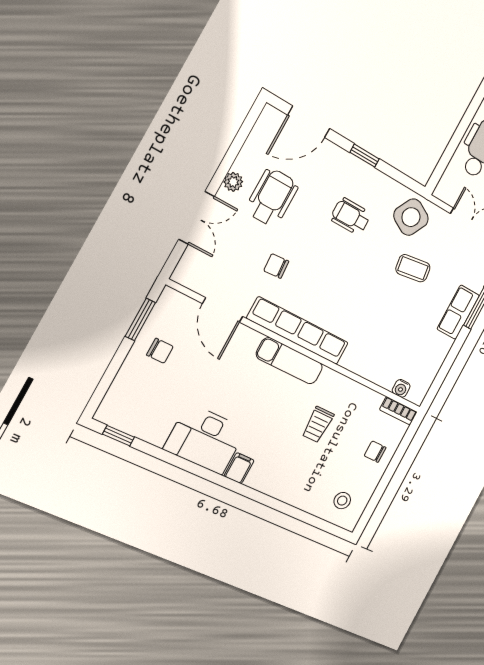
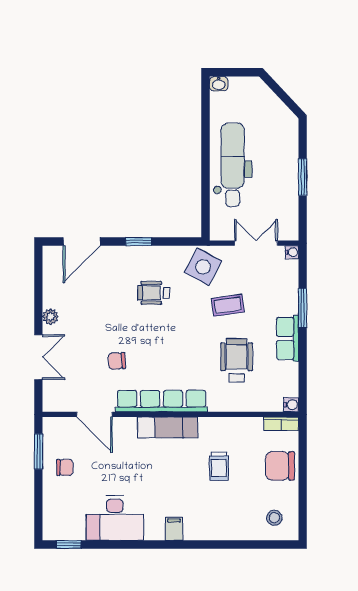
wheelchair: (272, 197) -> (237, 360), moved
row of seats: (458, 312) -> (288, 338), moved
water cooler: (401, 388) -> (291, 405), moved, turned -90
desk: (205, 439) -> (115, 518), moved
chair: (375, 452) -> (280, 466), width x1.87, depth x1.87

